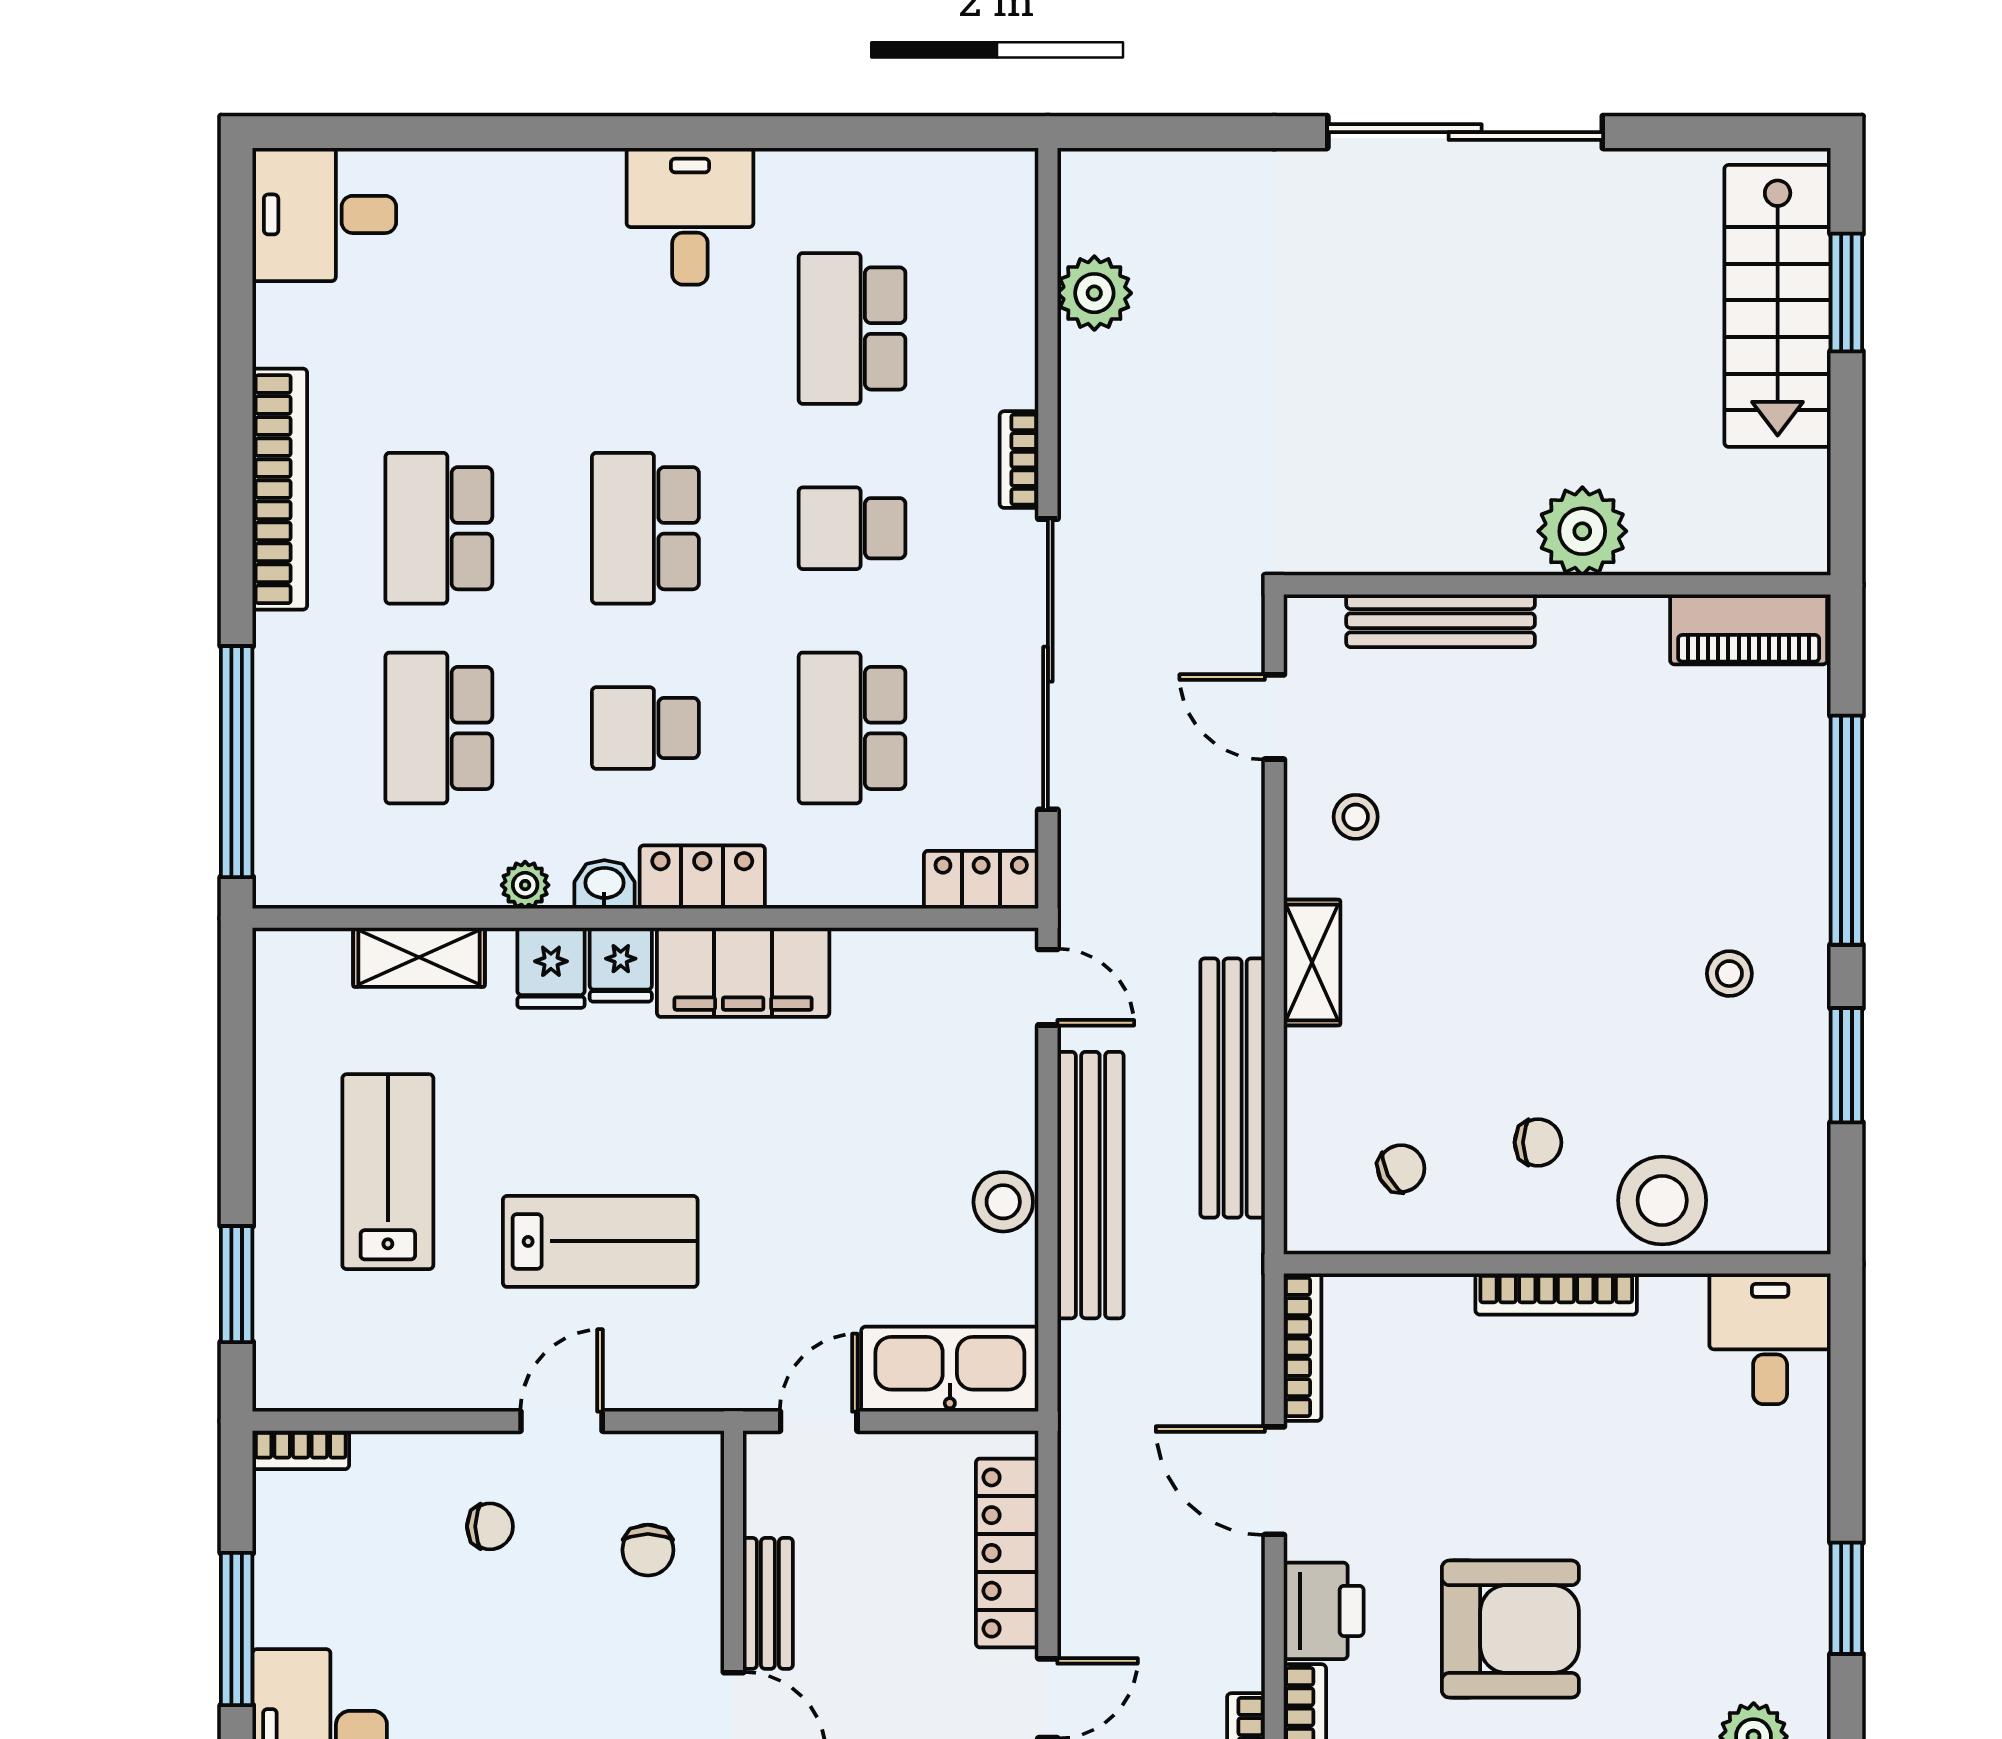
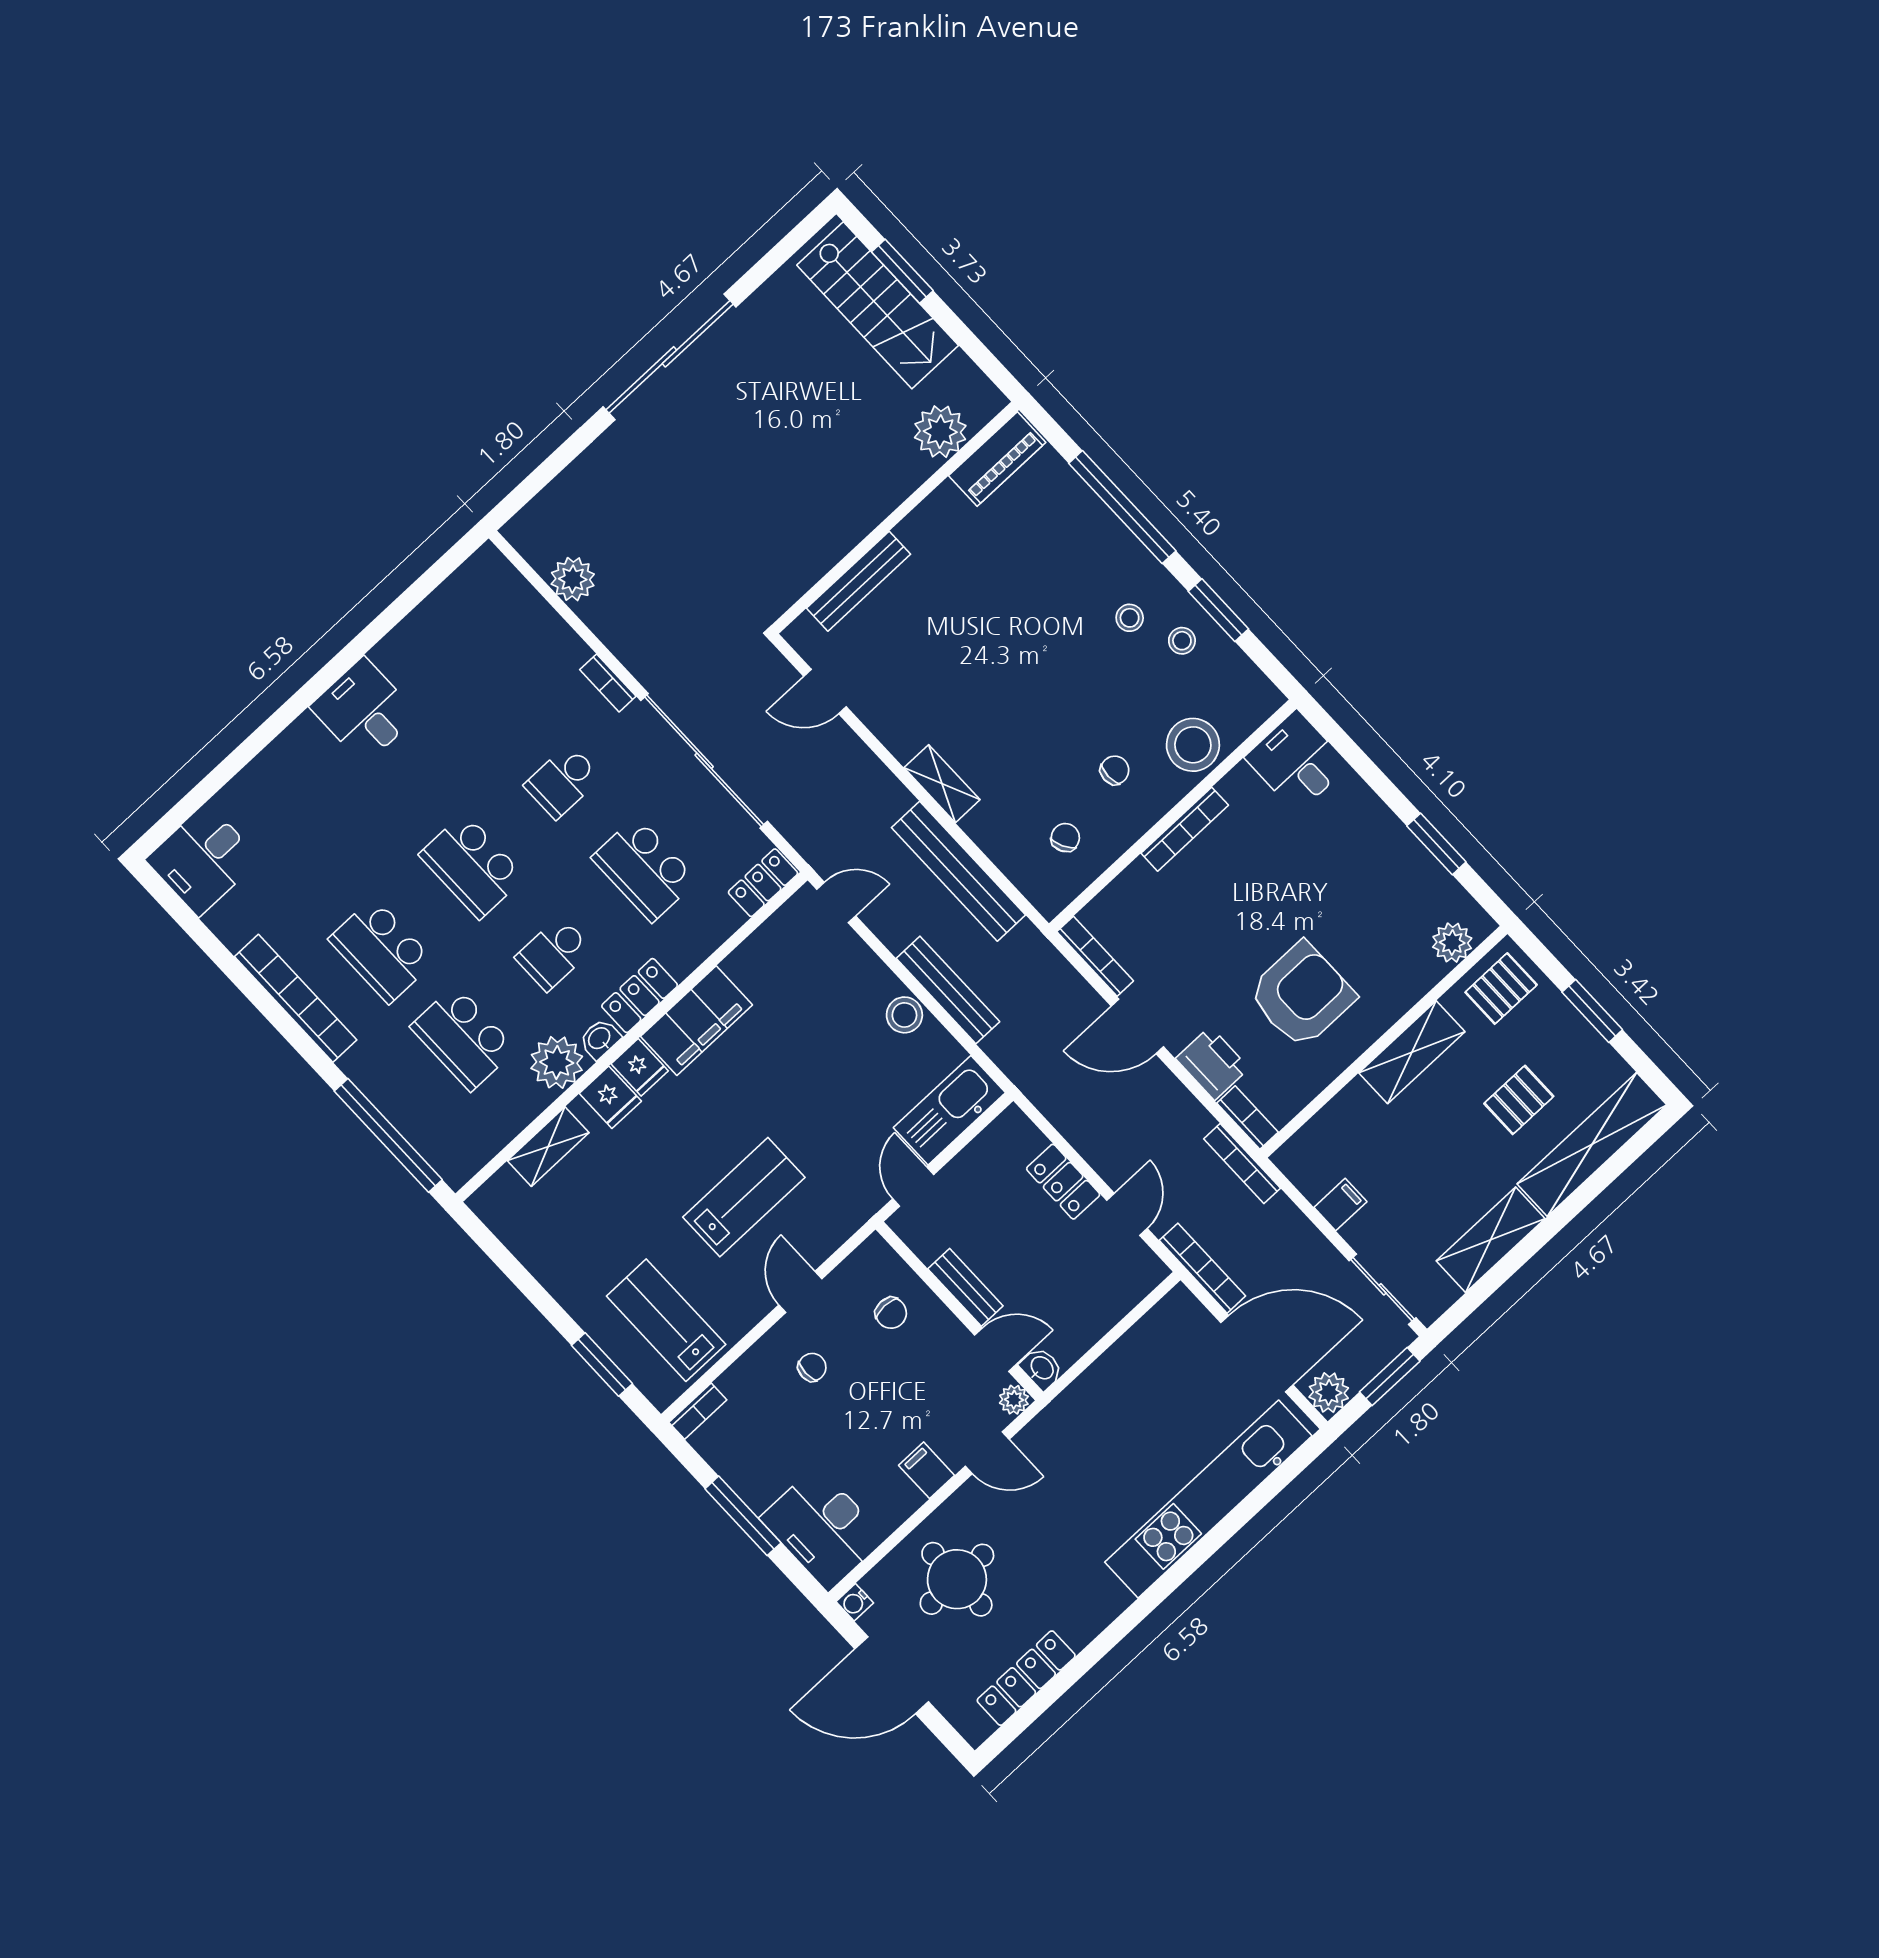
school desk: (852, 328) -> (481, 694), removed
plant: (1582, 531) -> (940, 432), moved
stool: (1356, 817) -> (1182, 641), moved
plant: (525, 885) -> (557, 1062), width x1.87, depth x1.87
lab bench: (388, 1172) -> (666, 1320), moved
bench: (1090, 1185) -> (948, 990), width x0.73, depth x0.82
locker: (1007, 1553) -> (1063, 1182), width x0.66

